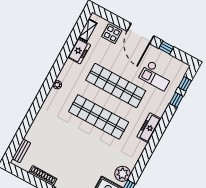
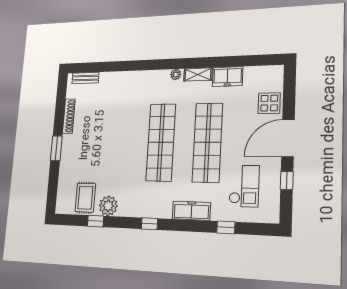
shelving: (88, 30) -> (198, 74), moved
checkout: (156, 76) -> (244, 186), turned 180
window: (185, 84) -> (149, 224), moved
freezer: (149, 128) -> (191, 211), moved

